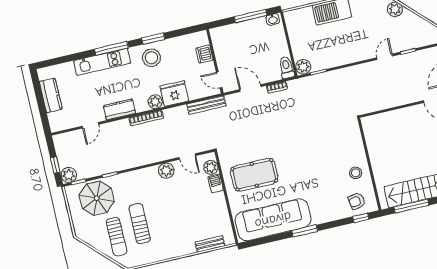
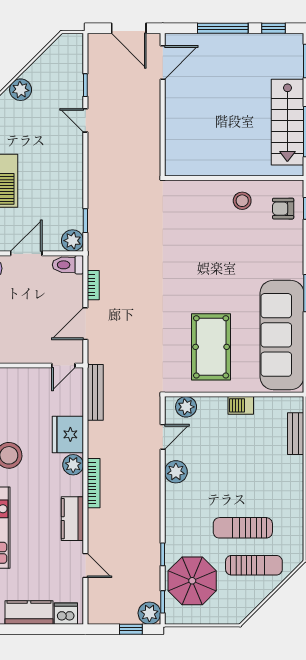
door: (288, 38) -> (26, 253), added
dishwasher: (204, 54) -> (66, 614), moved, turned 180
barbecue: (216, 183) -> (241, 405), moved
armchair: (357, 201) -> (283, 209), turned 99

